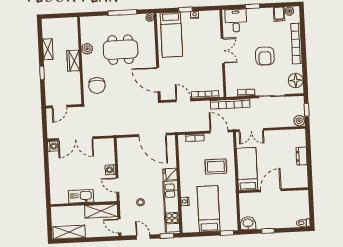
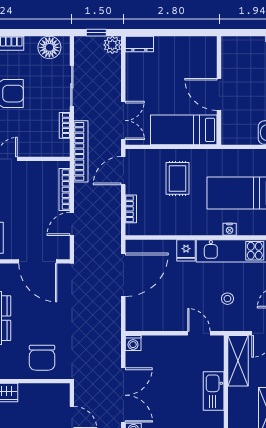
door: (158, 80) -> (38, 261), hinge flipped
chair: (97, 85) -> (42, 358), turned 90
dresser: (302, 156) -> (139, 44), moved
washing machine: (110, 170) -> (133, 343), moved
door: (117, 185) -> (199, 333), swing flipped

